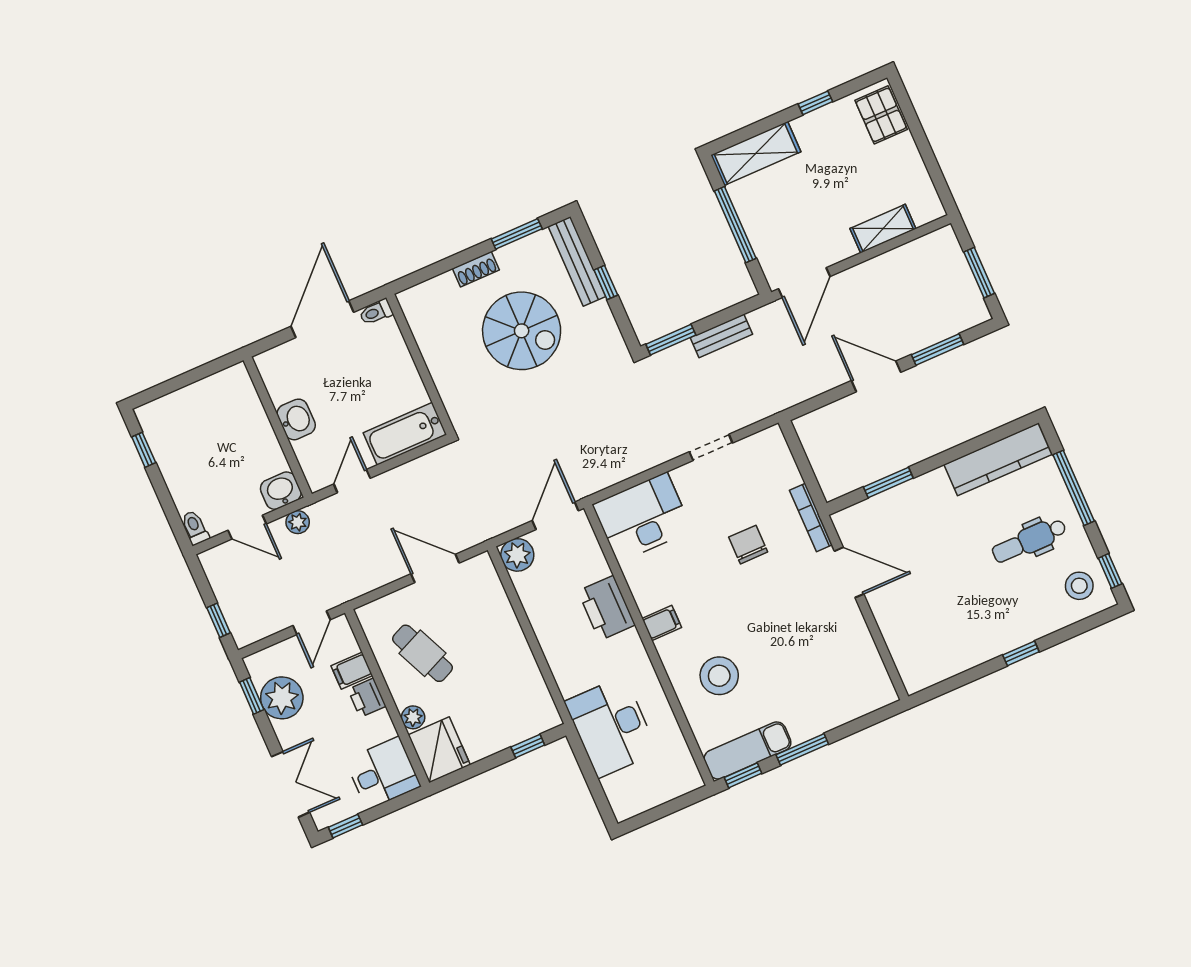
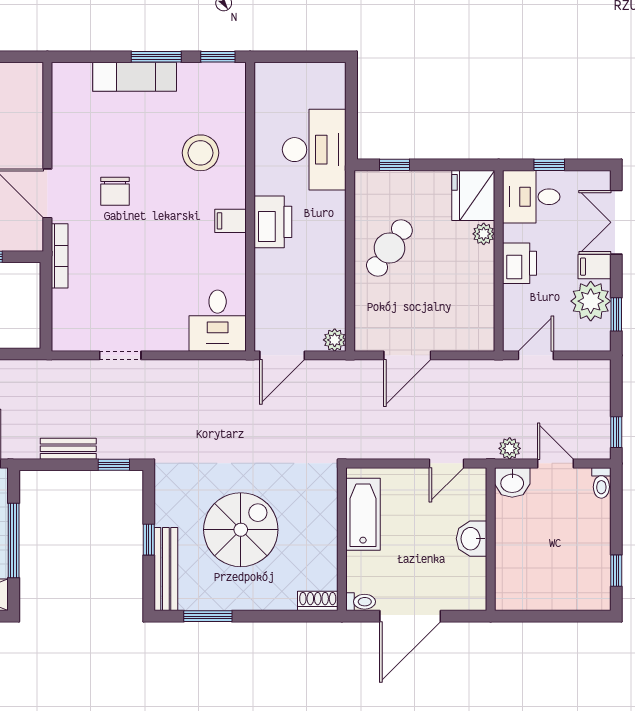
shoe rack: (476, 269) -> (318, 601), moved
spiral stairs: (522, 331) -> (241, 530), turned 90
window: (671, 340) -> (114, 465), width x0.67
bathtub: (405, 434) -> (363, 514), moved, turned -90
desk: (642, 517) -> (218, 321), width x0.73
chair: (748, 545) -> (115, 191), moved
plant: (517, 555) -> (335, 340), width x0.73, depth x0.73
door: (435, 568) -> (407, 355), hinge flipped
printer: (606, 608) -> (273, 222), moved
window: (219, 620) -> (616, 432), moved
cafe table: (422, 653) -> (389, 248), moved, turned 58
filing cabinet: (352, 671) -> (594, 267), moved, turned 180
printer: (367, 698) -> (520, 263), width x1.36, depth x1.24
exam couch: (747, 750) -> (135, 77), moved
window: (345, 826) -> (549, 165), moved

